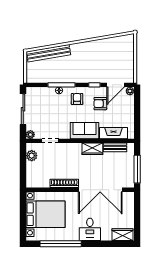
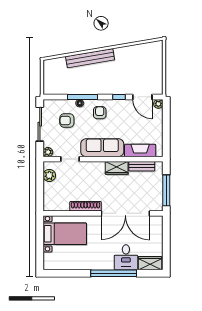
bench: (49, 53) -> (90, 58), moved
door: (116, 85) -> (142, 97), hinge flipped
armchair: (100, 104) -> (67, 121), moved
sofa: (84, 131) -> (102, 148), width x1.36
bed with nightstands: (46, 214) -> (65, 234), width x0.73
desk: (90, 229) -> (126, 257), moved
window: (61, 244) -> (114, 273), moved

